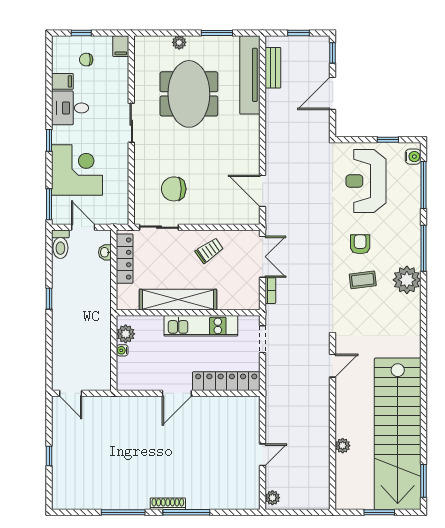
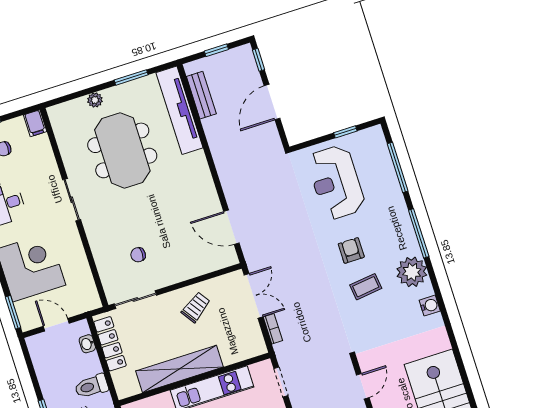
water cooler: (413, 157) -> (430, 306), moved
chair: (174, 189) -> (138, 255), width x0.54, depth x0.54
toilet: (60, 244) -> (91, 386), moved, turned 90

